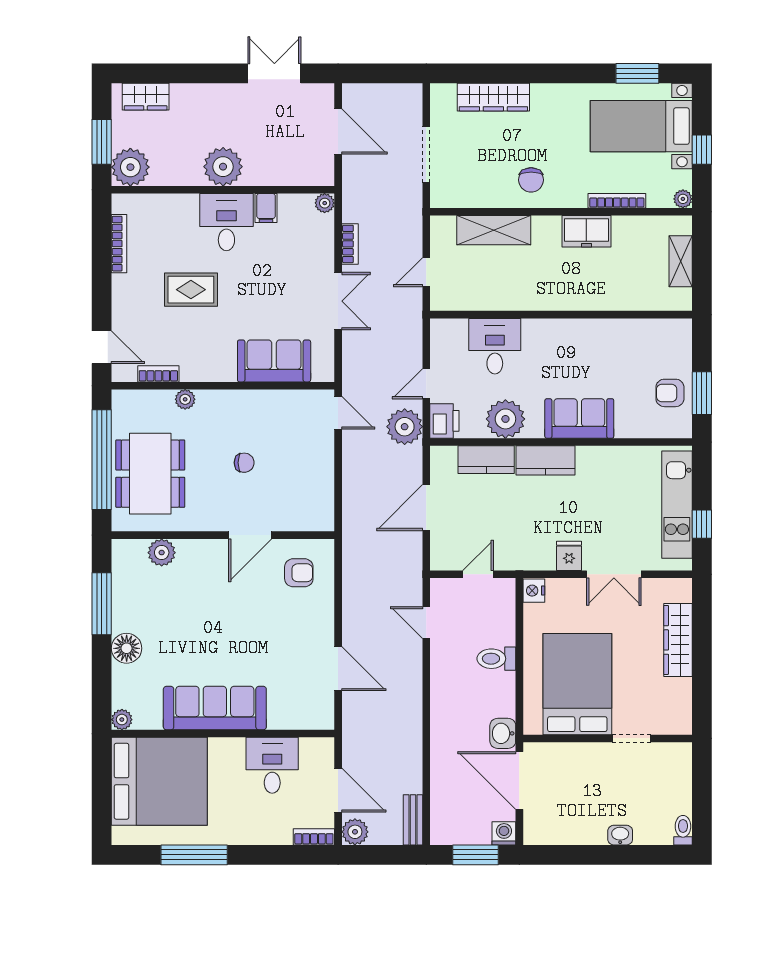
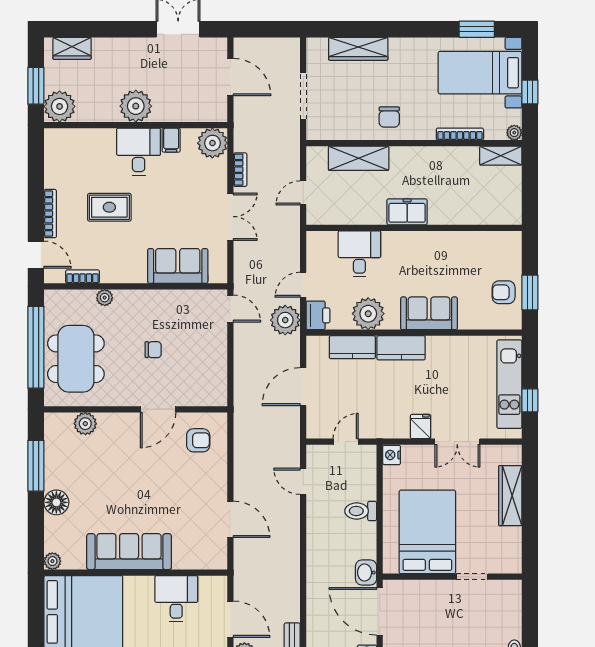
plant: (325, 203) -> (212, 143), width x1.87, depth x1.87
freezer: (586, 231) -> (407, 212), moved, turned 180
bookcase: (119, 244) -> (50, 214), moved
shelving: (681, 261) -> (501, 156), moved, turned 90

